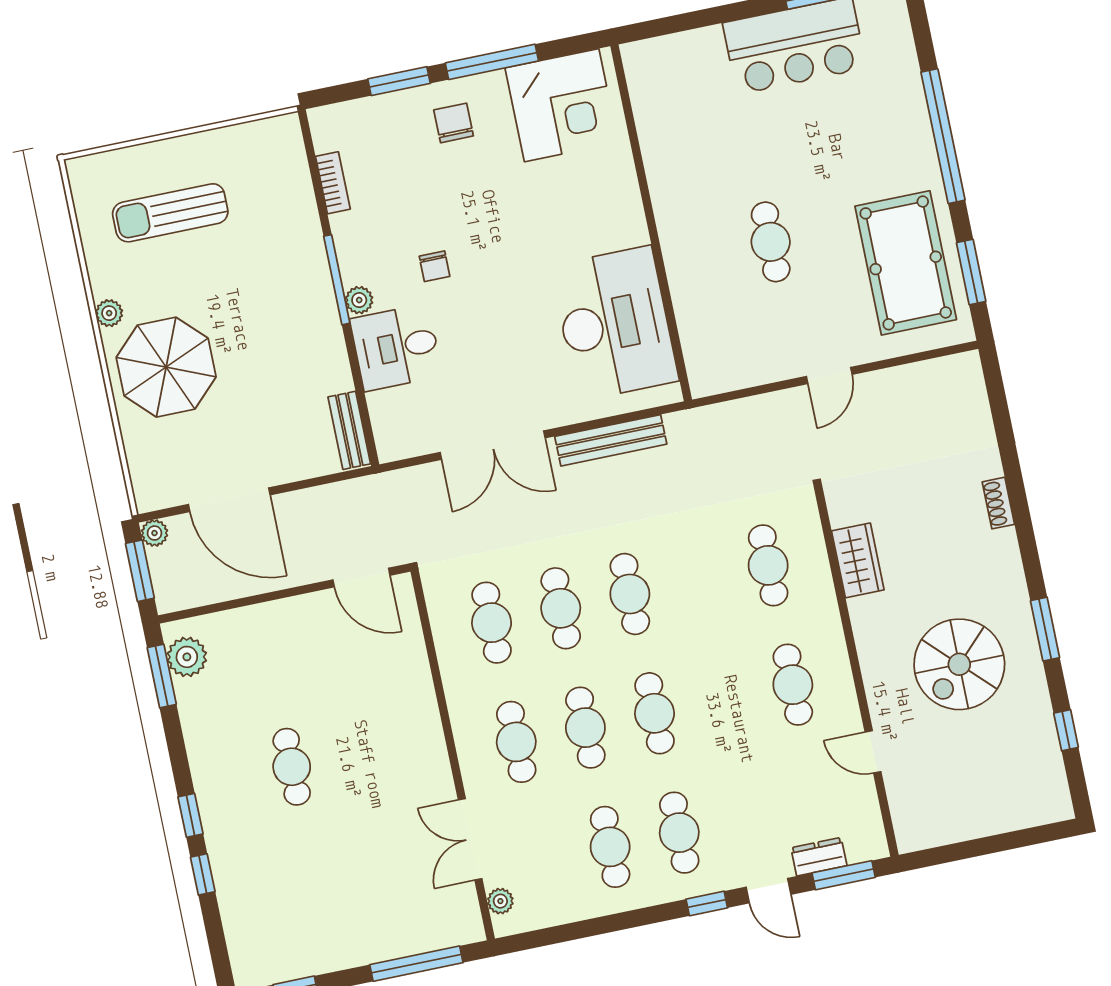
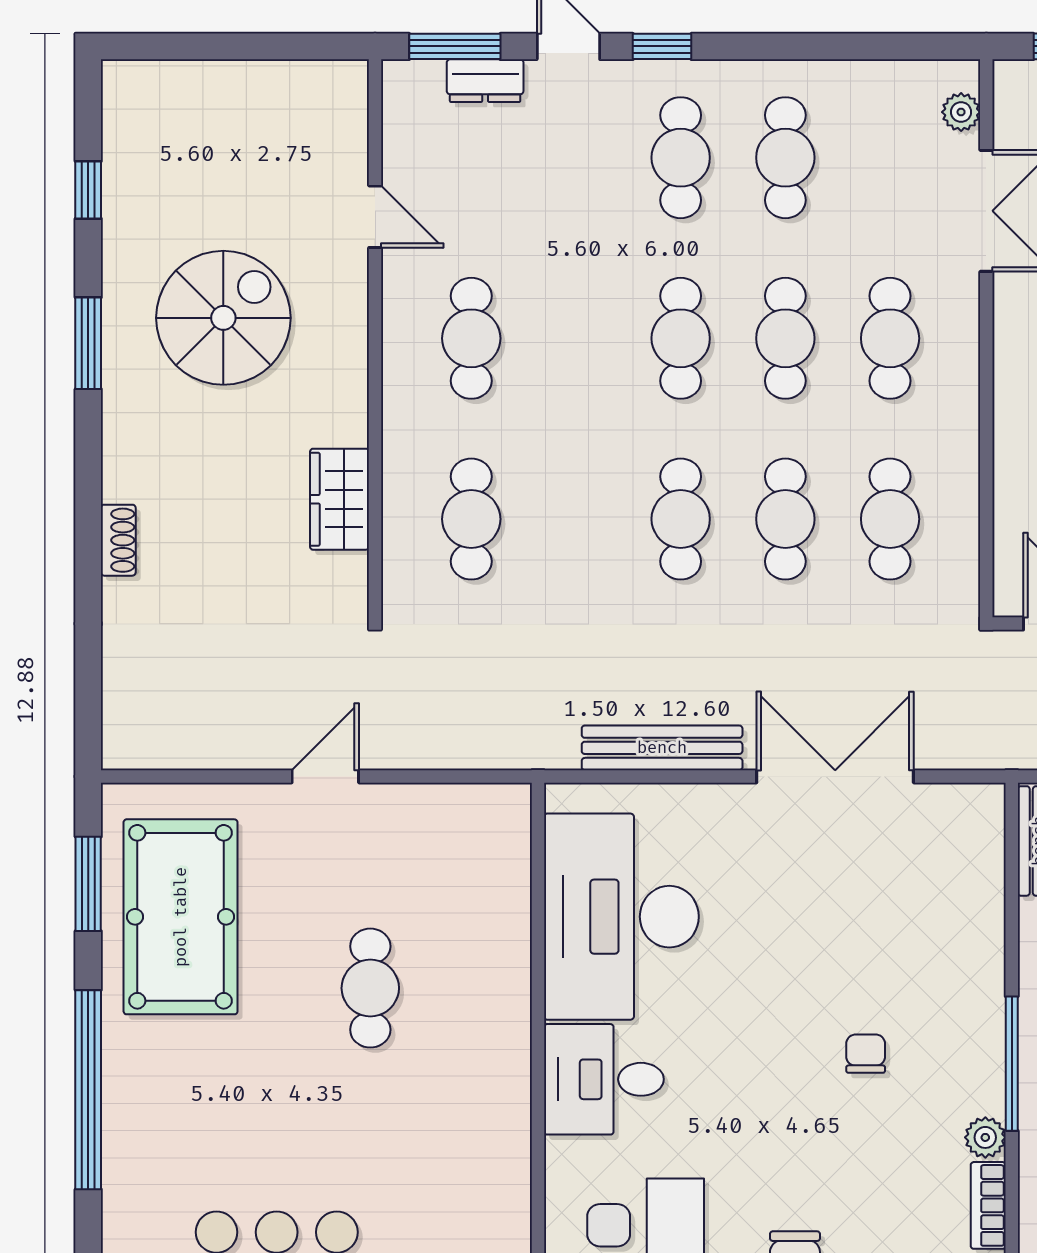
plant: (359, 300) -> (985, 1137), moved
desk: (396, 347) -> (604, 1079), moved, turned 180

